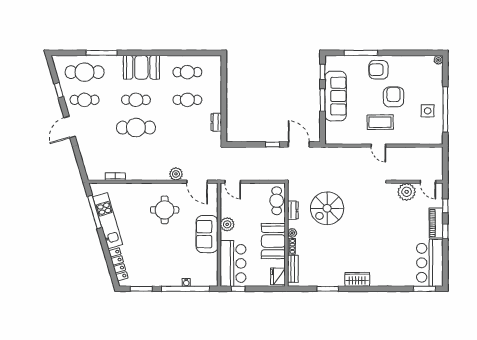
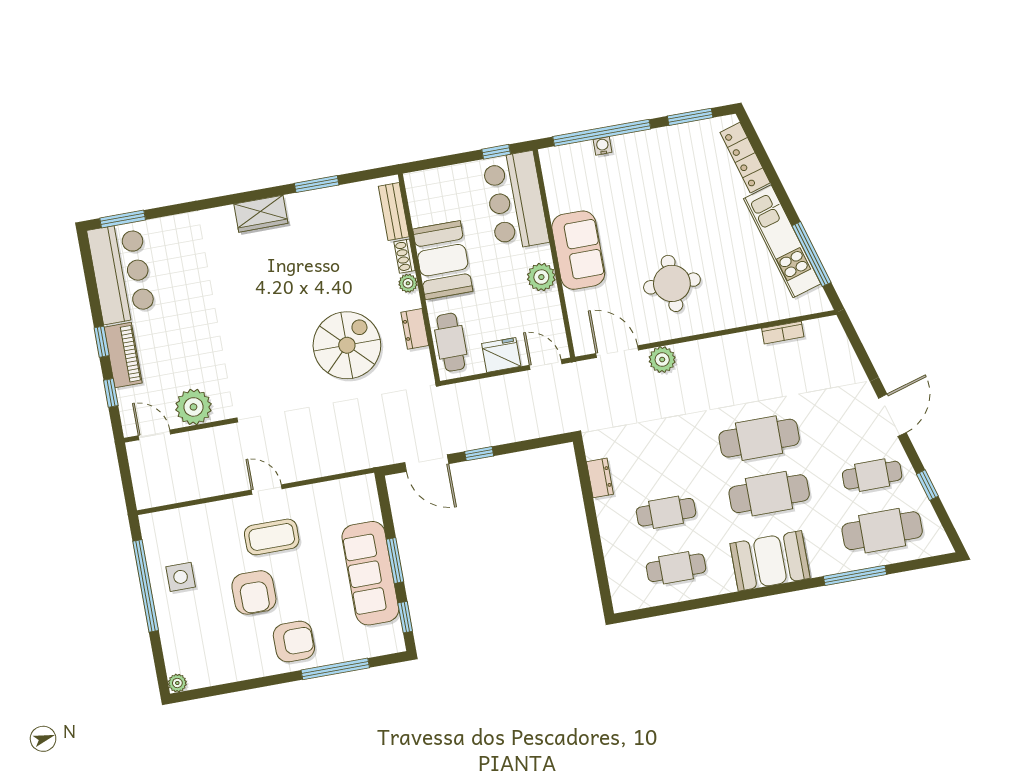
cafe table: (136, 100) -> (769, 494), width x1.37, depth x1.35
fridge: (278, 276) -> (501, 355), moved, turned -90

